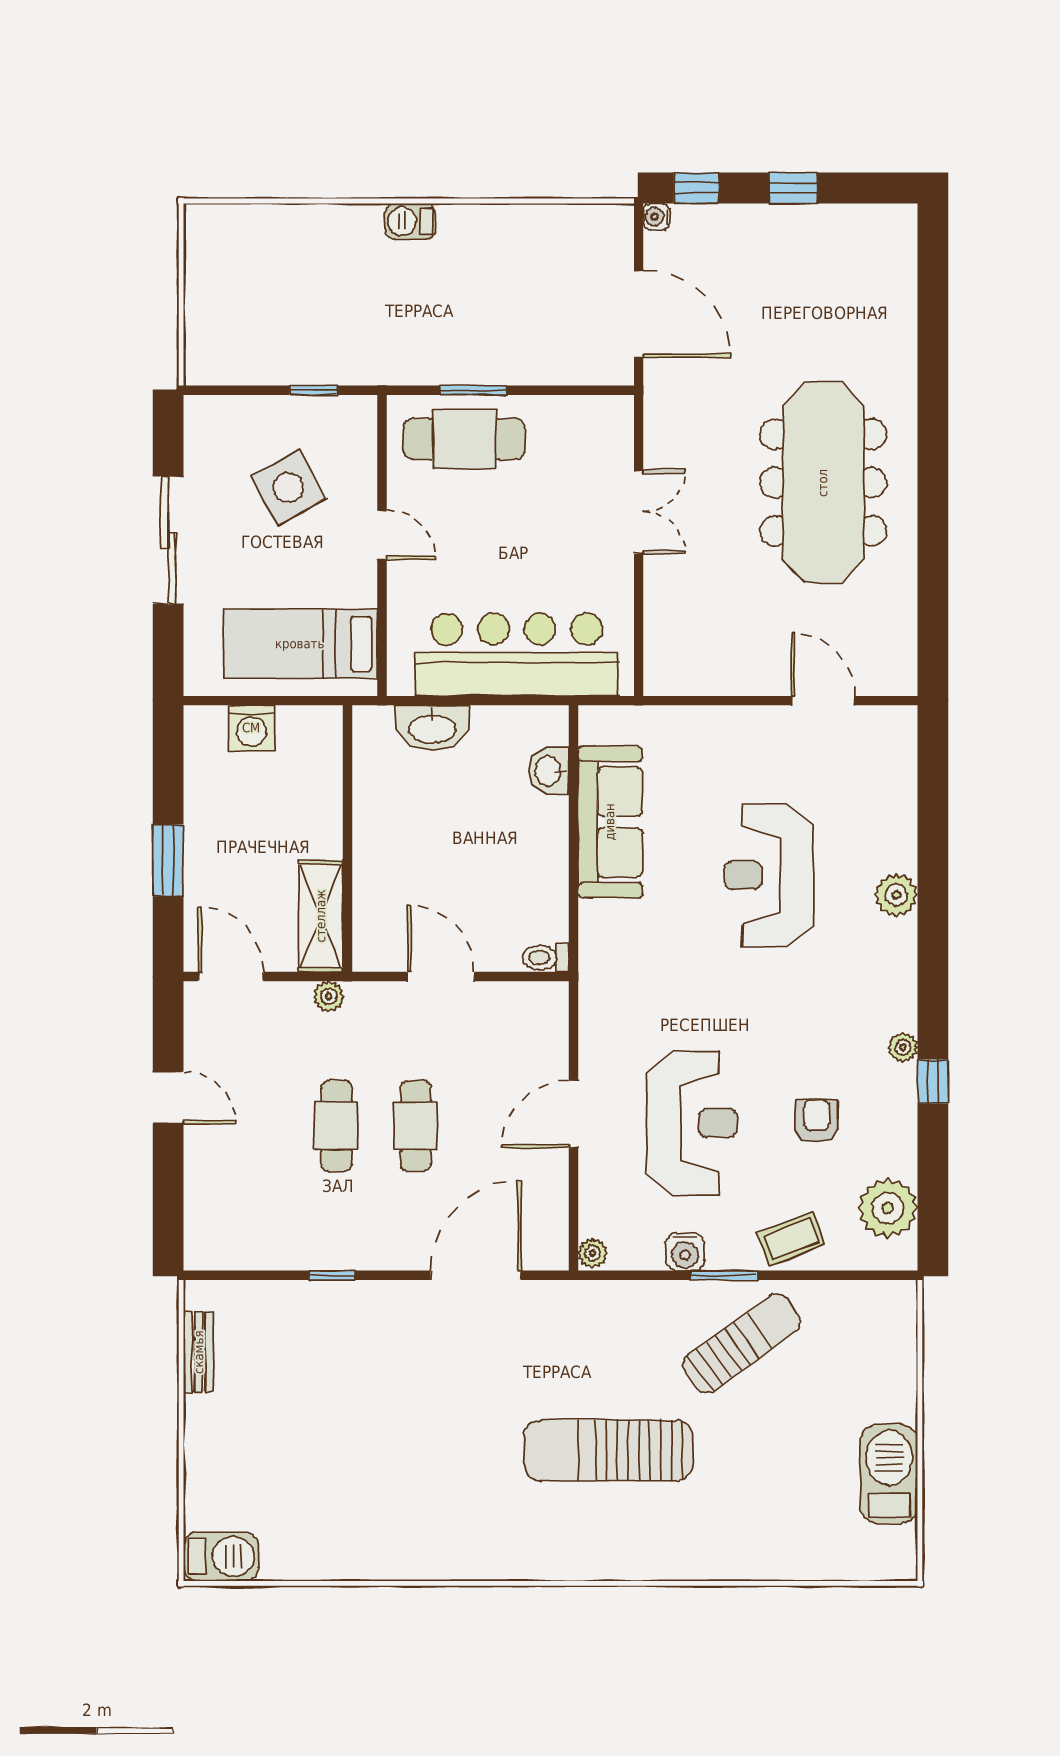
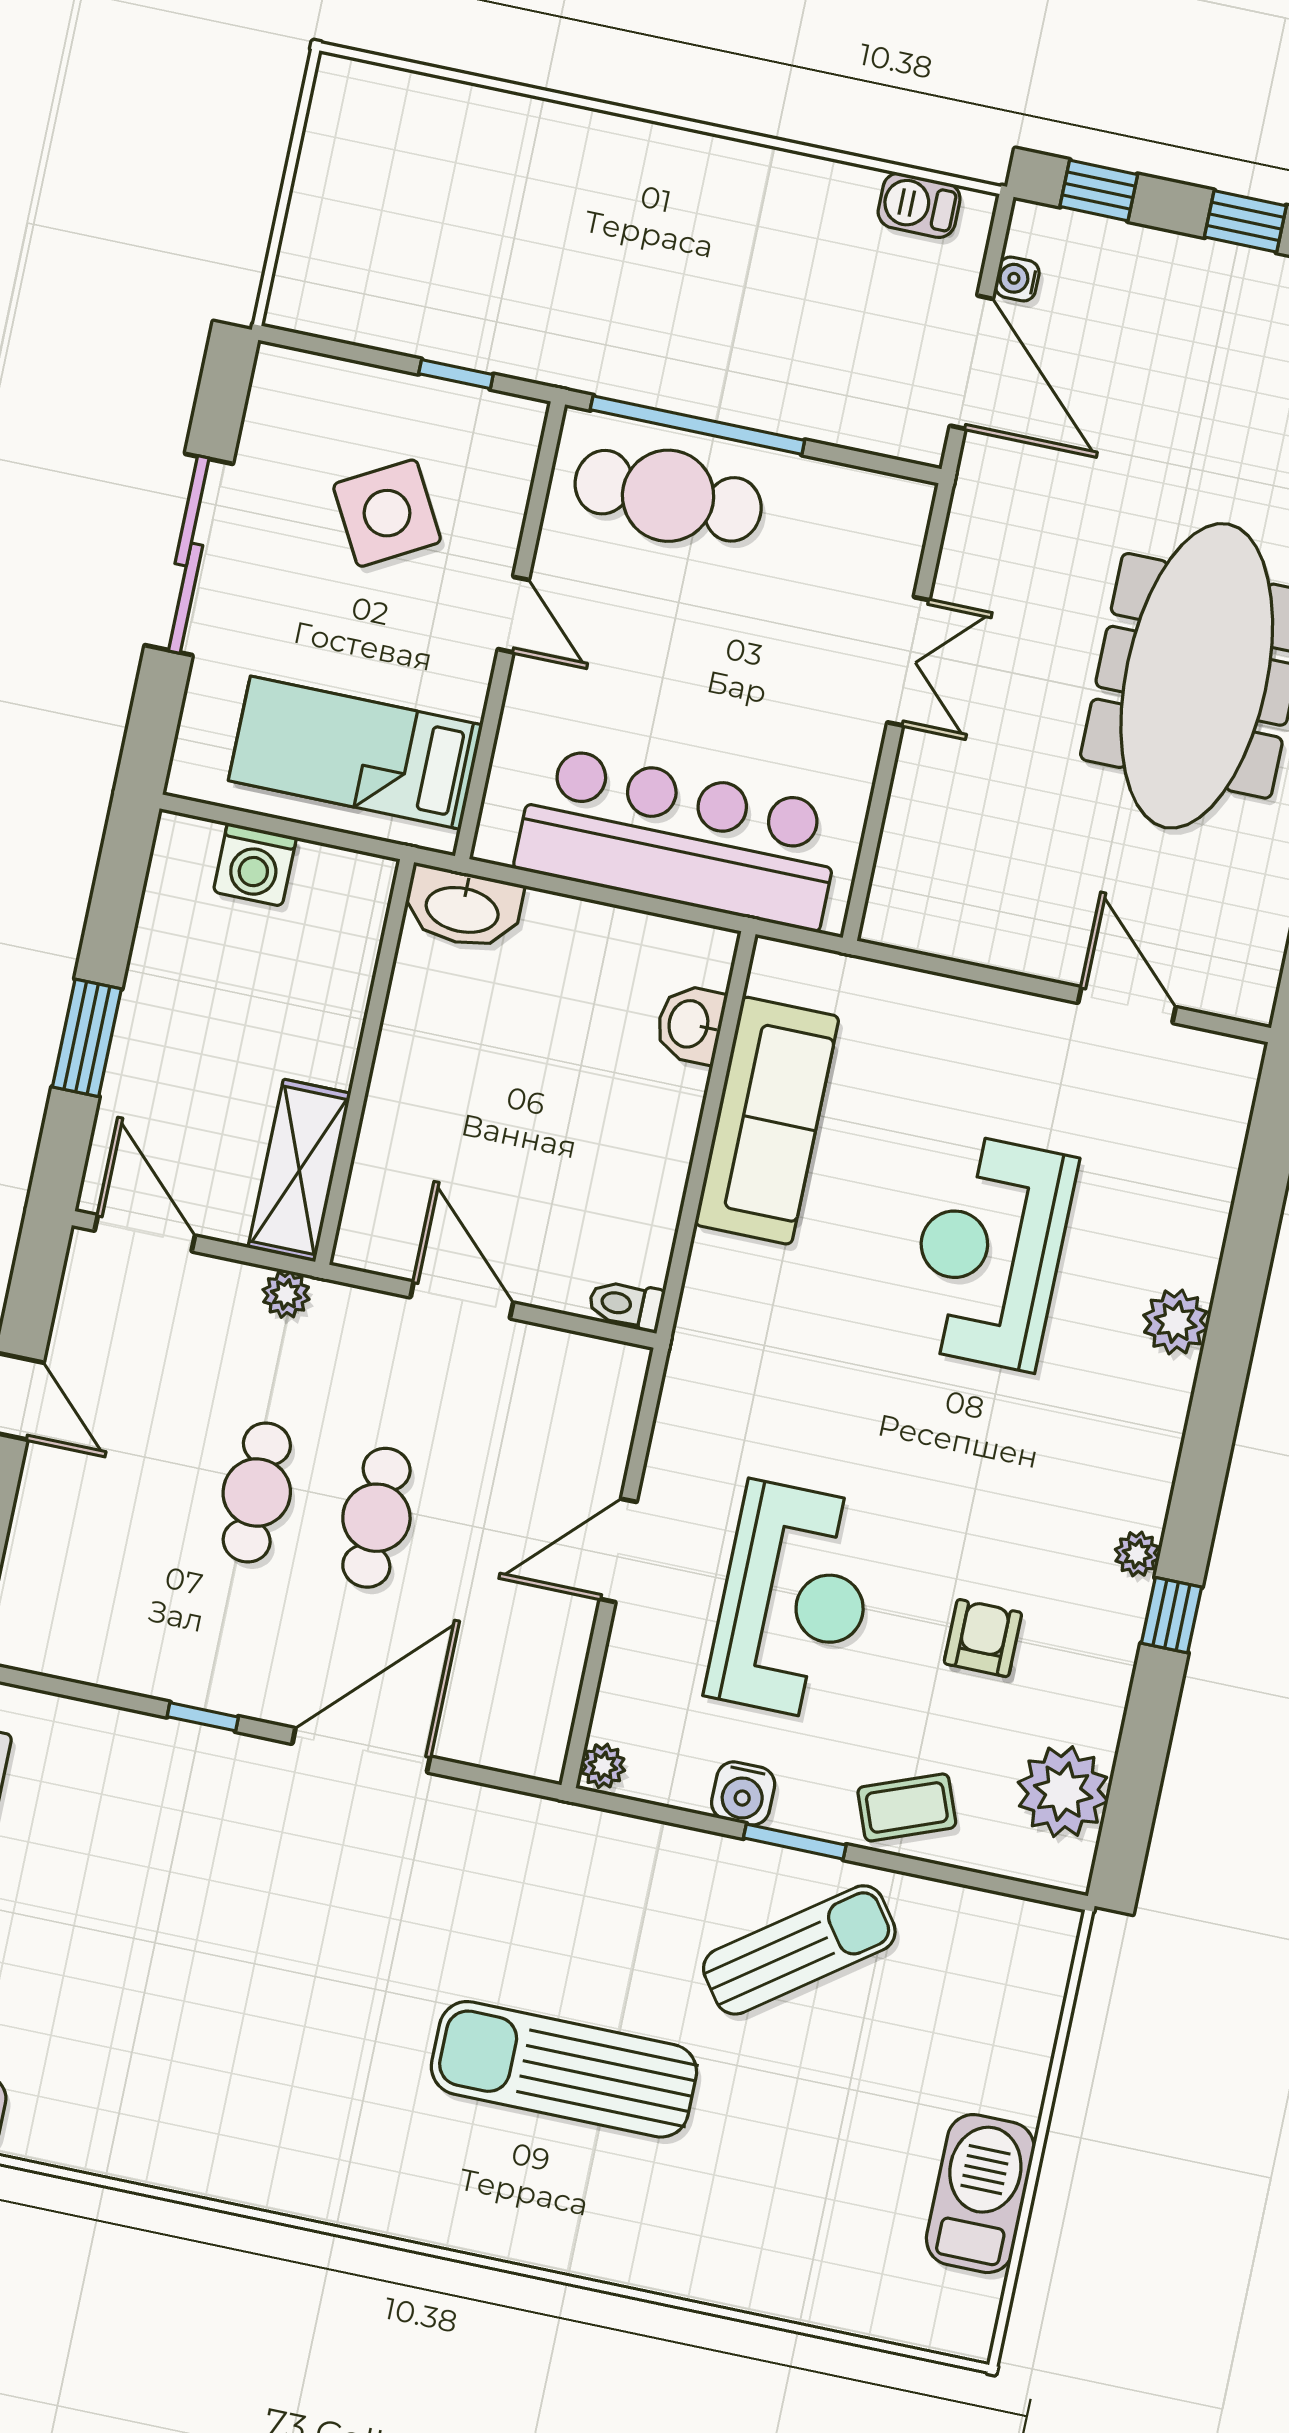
water cooler: (656, 217) -> (1017, 279), moved
barbecue: (410, 221) -> (919, 205), moved
window: (473, 390) -> (697, 425), width x2.11
washbasin: (432, 728) -> (463, 908), moved
door: (476, 1275) -> (361, 1750), moved

